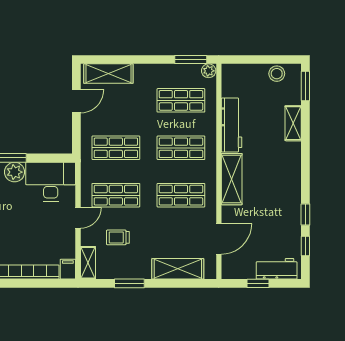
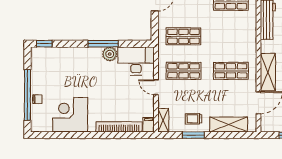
shop shelf: (181, 148) -> (231, 36), removed
shelving: (232, 179) -> (268, 72), moved
door: (78, 218) -> (156, 87), swing flipped
trolley: (118, 237) -> (194, 119), moved

